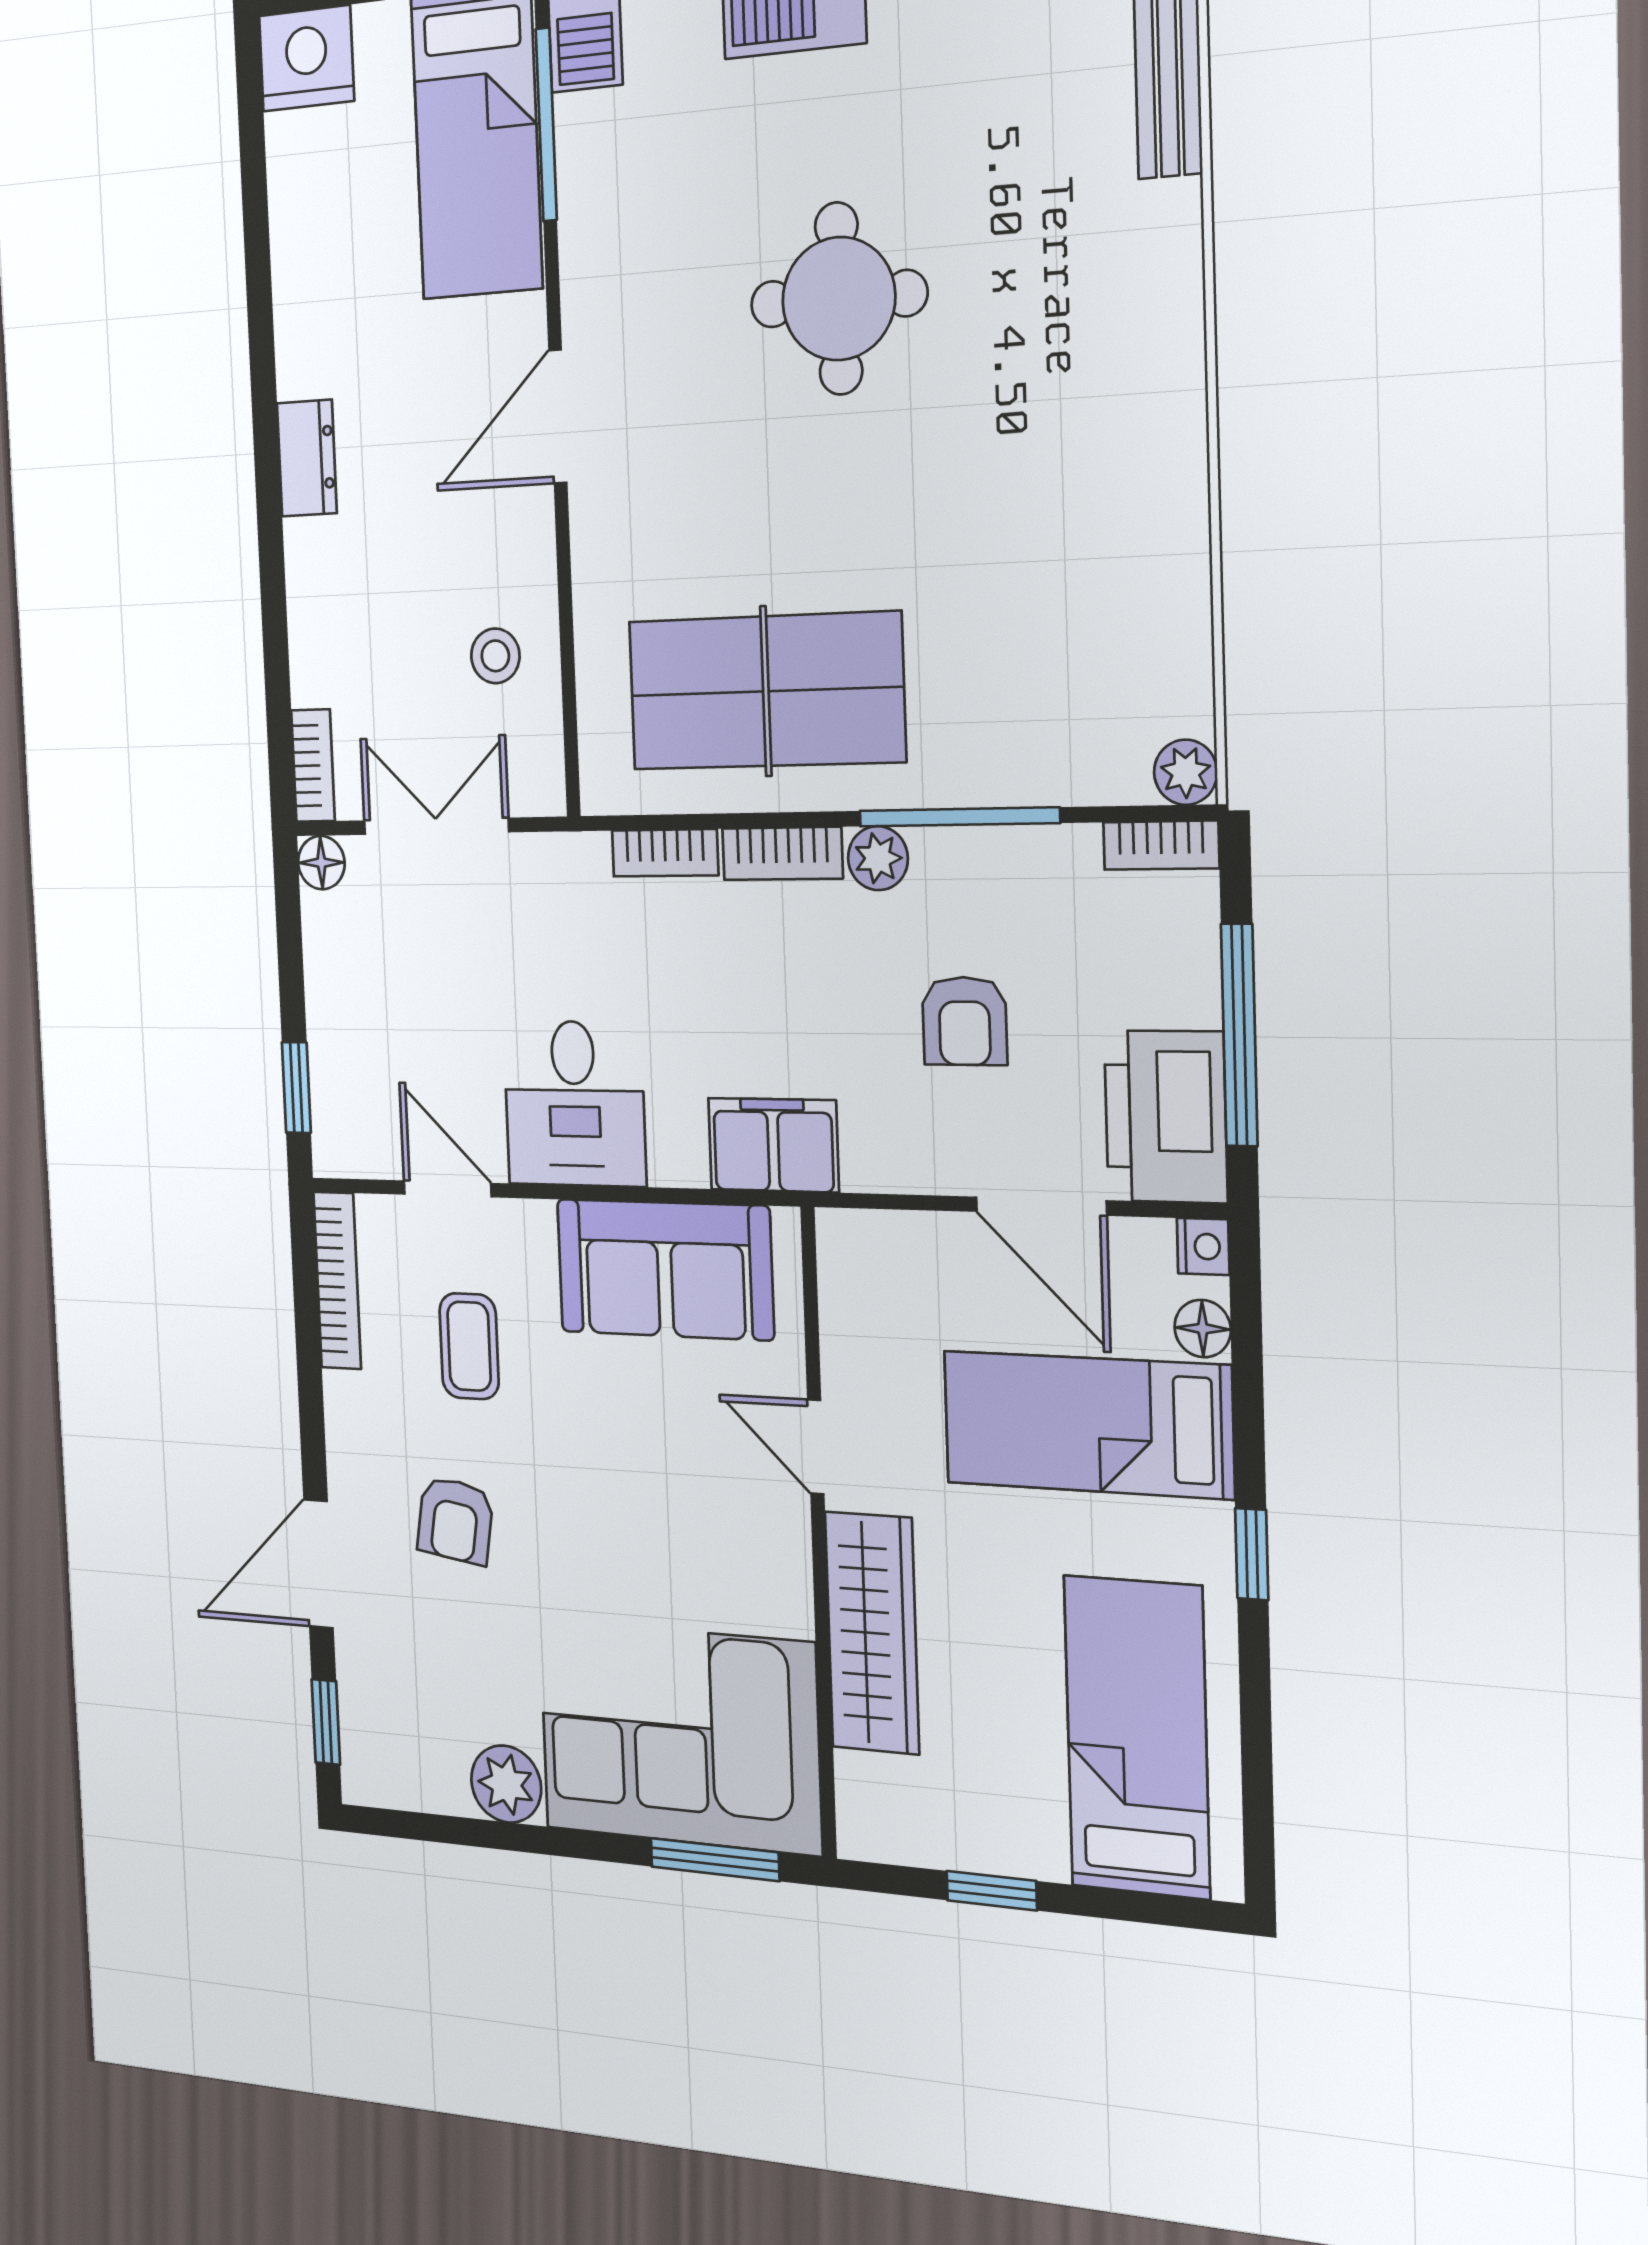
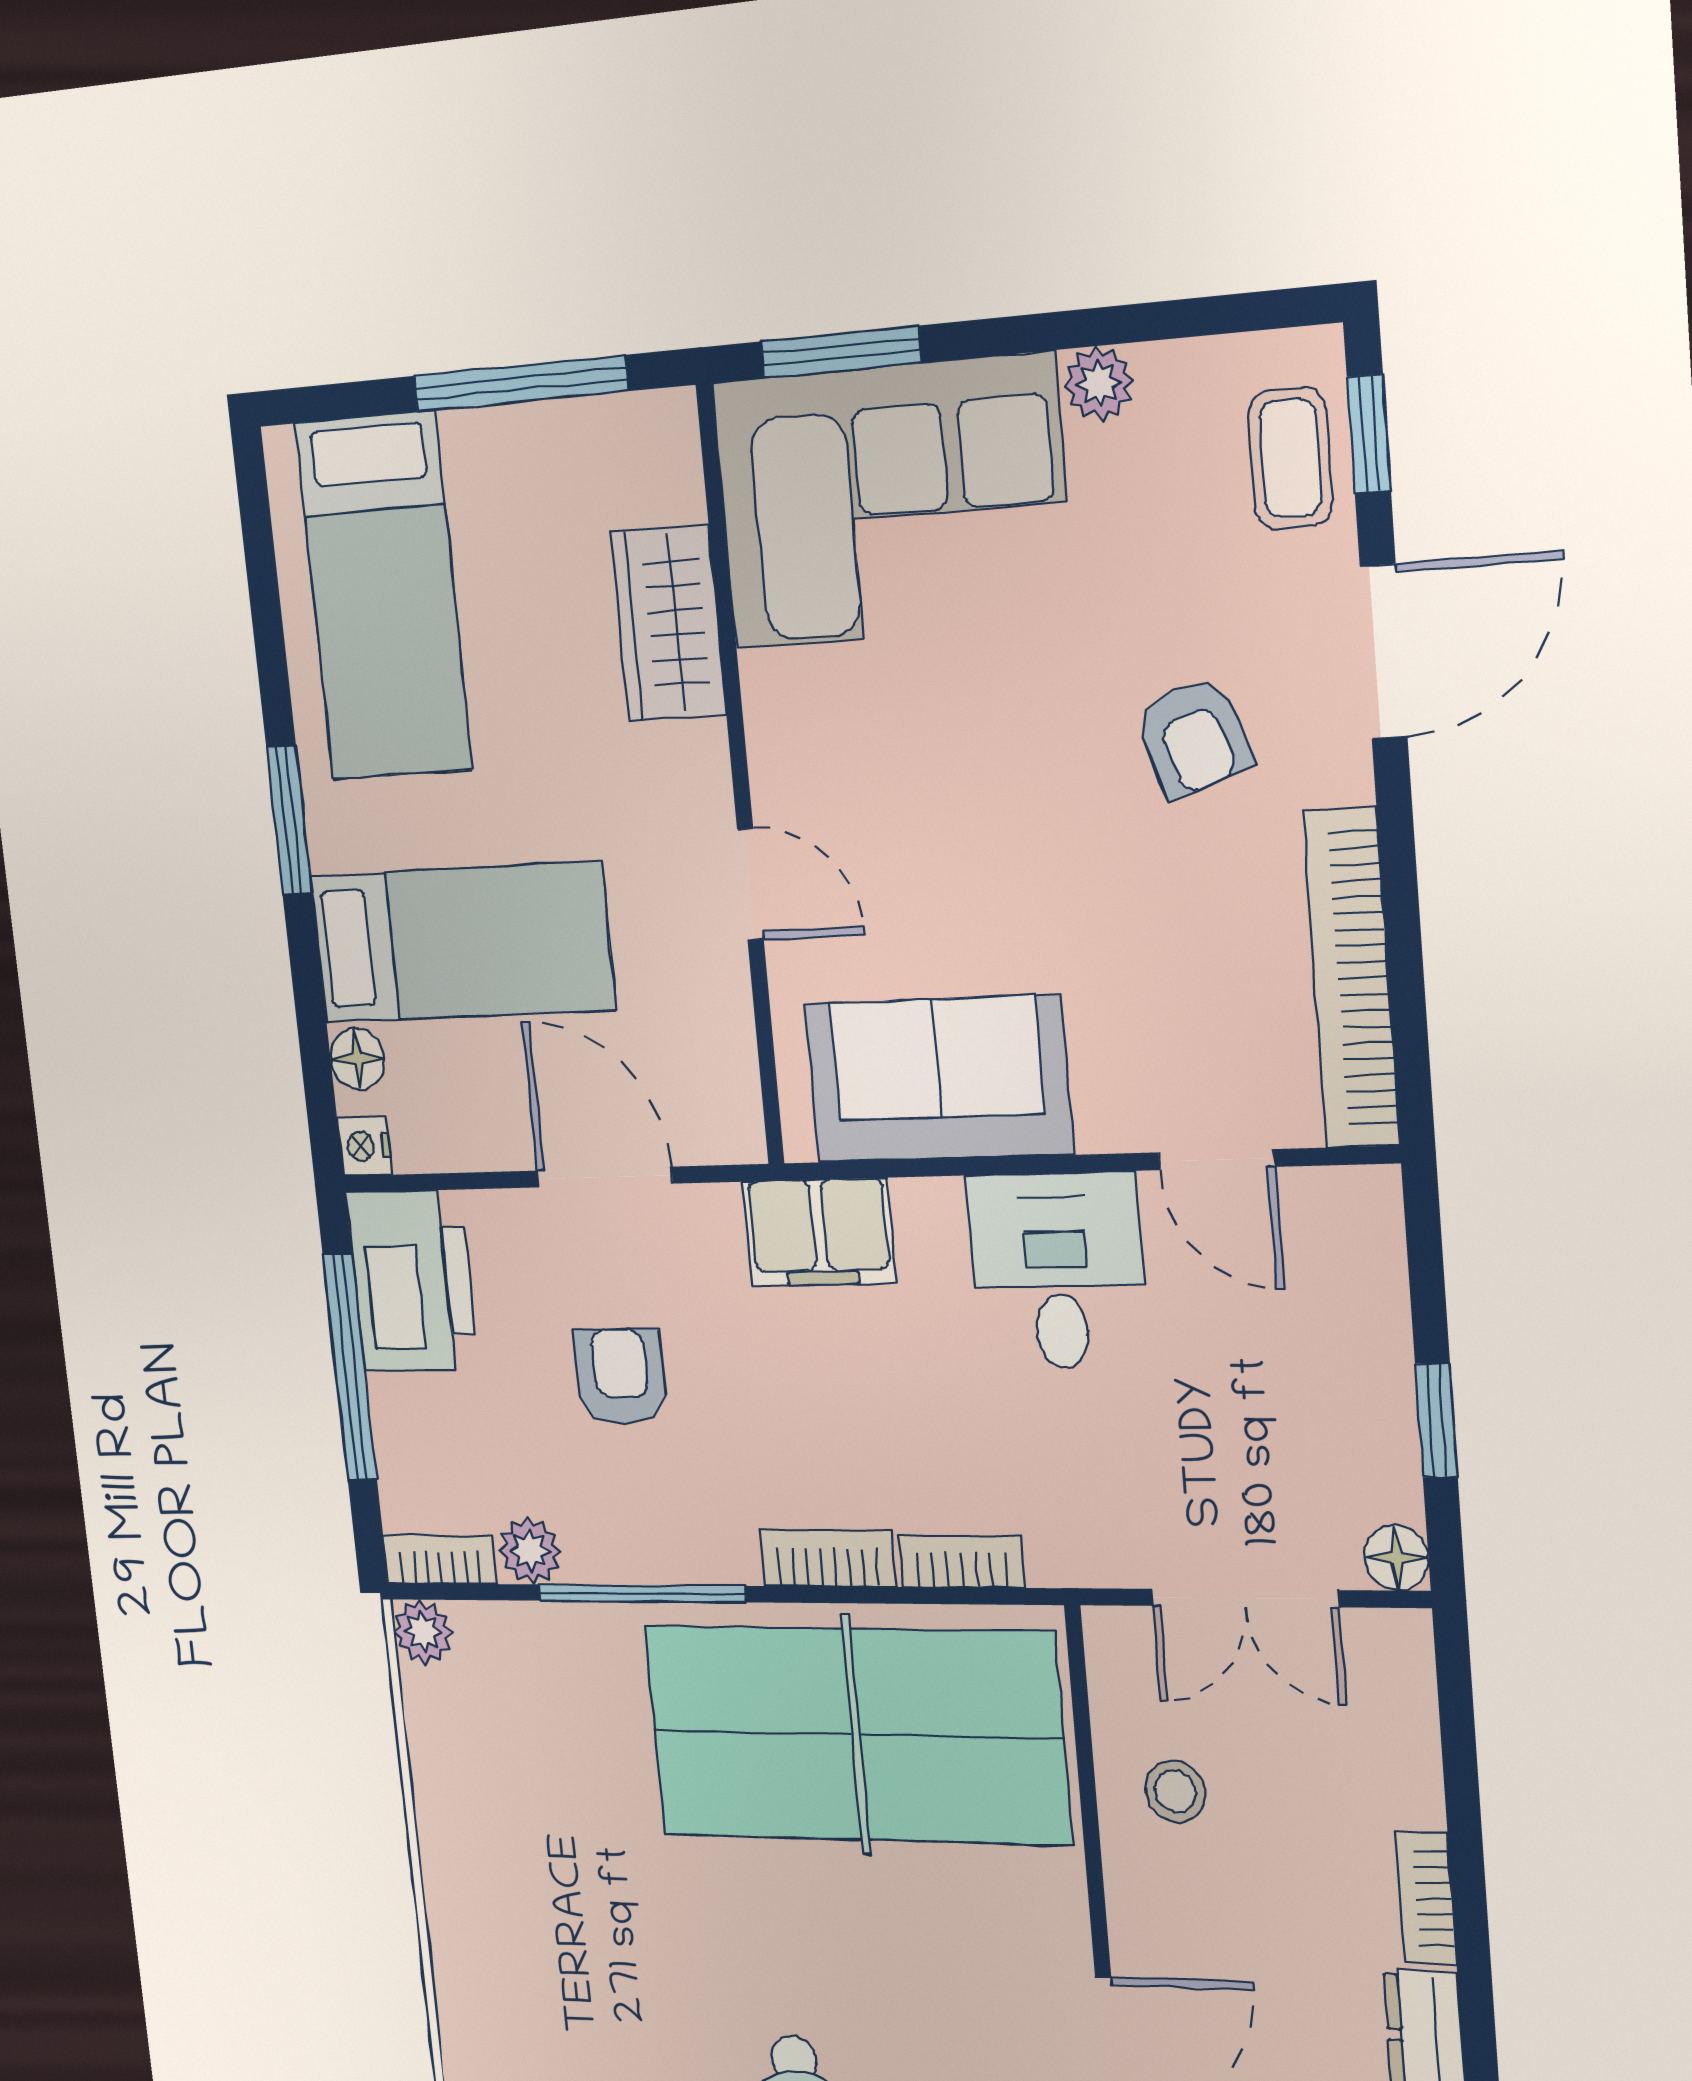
table tennis table: (766, 691) -> (856, 1735), width x1.36, depth x1.32
bookcase: (313, 766) -> (1426, 1898), moved
plant: (878, 858) -> (530, 1551), moved
window: (296, 1088) -> (1436, 1420), moved
door: (1041, 1206) -> (605, 1177), moved
bookcase: (337, 1280) -> (1352, 979), width x1.48, depth x1.31
coffee table: (469, 1346) -> (1290, 458), moved
armchair: (455, 1520) -> (1193, 737), turned 152
window: (1252, 1554) -> (289, 820), width x1.50
wardrobe: (872, 1633) -> (668, 623), width x0.67
plant: (506, 1784) -> (1099, 384), width x0.73, depth x0.73
window: (992, 1891) -> (520, 383), width x2.17

